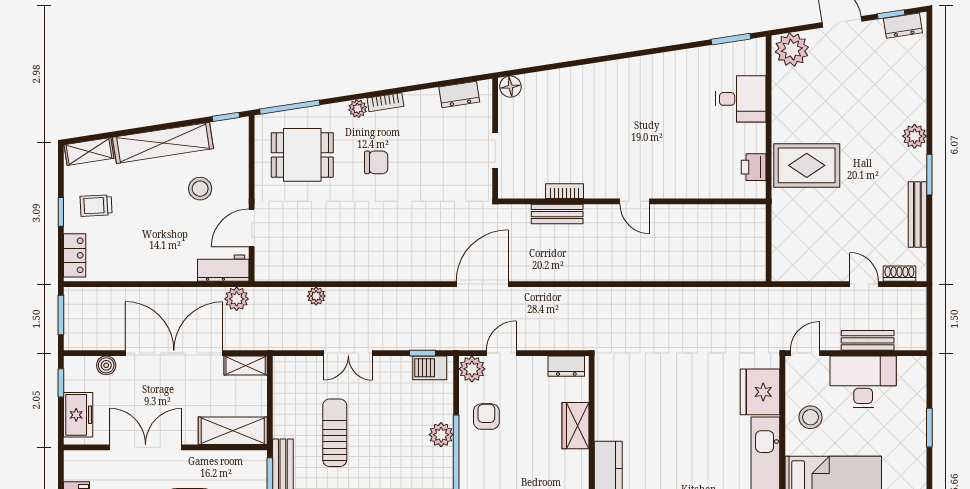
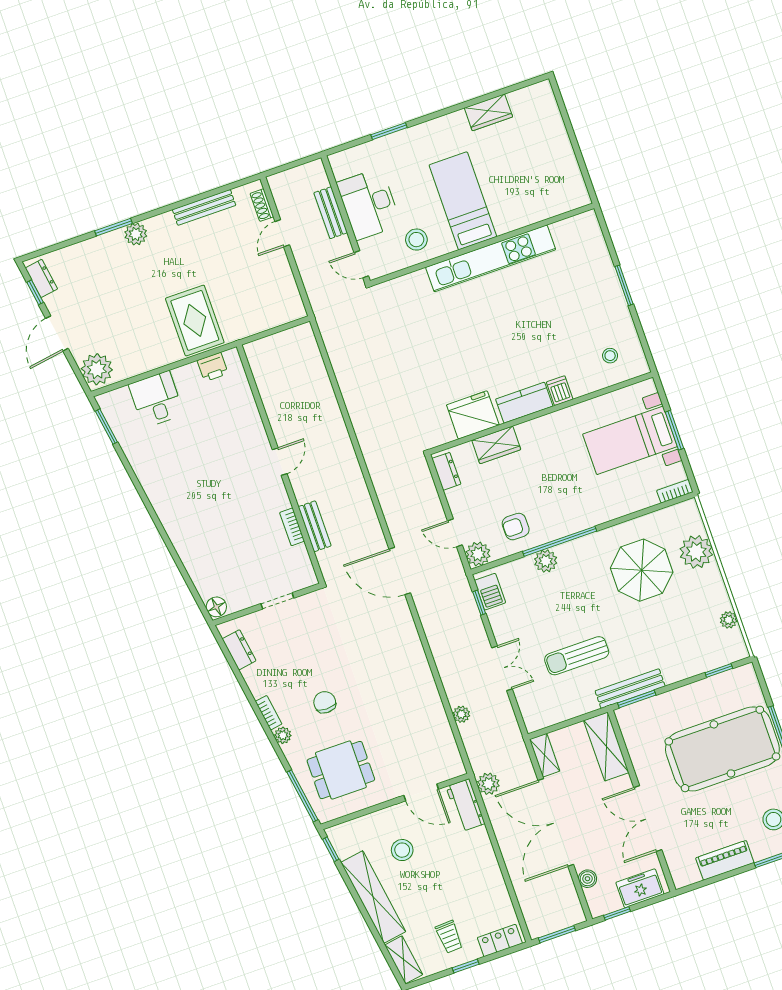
dining table: (302, 155) -> (341, 770), turned 90
window: (929, 175) -> (113, 227), moved
fridge: (760, 392) -> (473, 415), moved, turned 180

